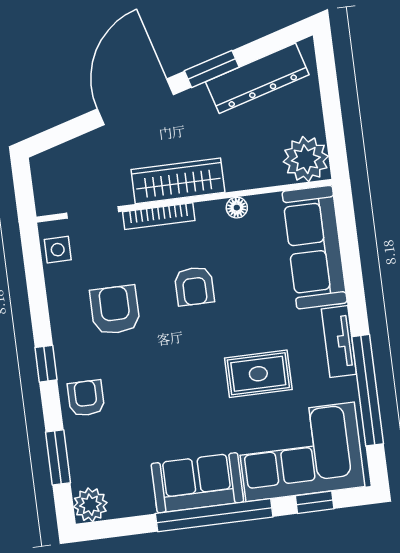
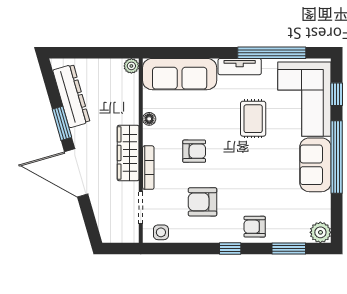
plant: (306, 159) -> (131, 66), width x0.53, depth x0.53

